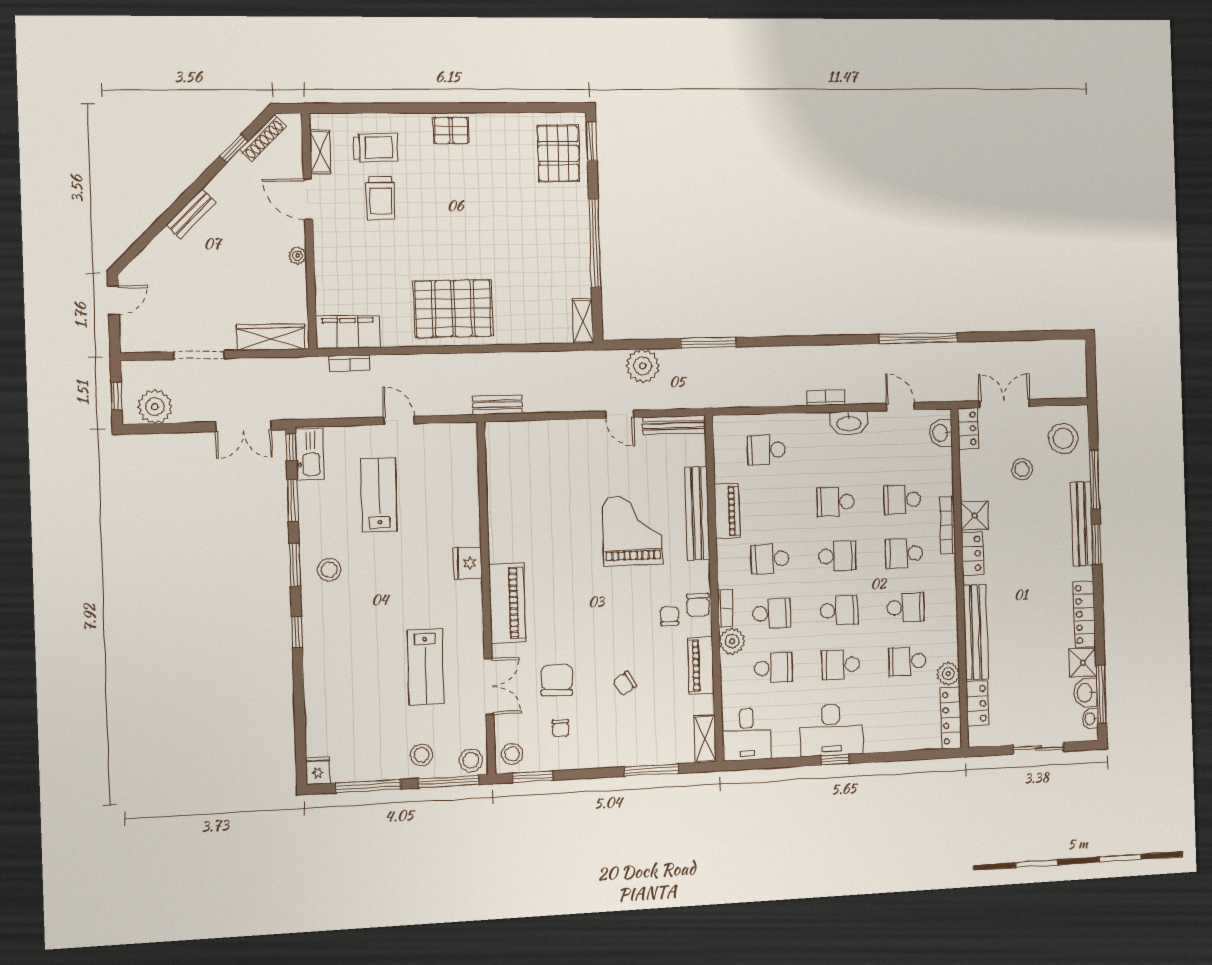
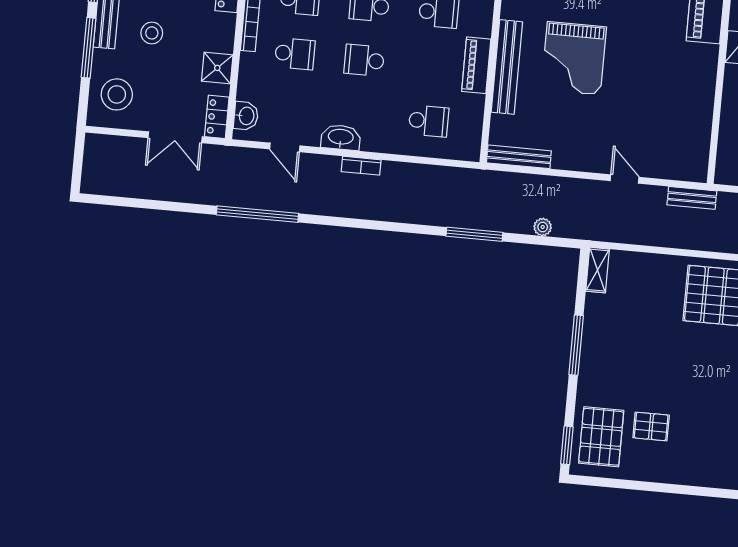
pallet: (451, 131) -> (651, 426), moved
window: (595, 243) -> (576, 345), width x0.68
plant: (643, 366) -> (543, 227), width x0.53, depth x0.53
door: (620, 414) -> (625, 179), moved
stool: (1022, 469) -> (152, 33), moved
school desk: (836, 502) -> (364, 60), turned 180
shower: (975, 516) -> (217, 68), moved

